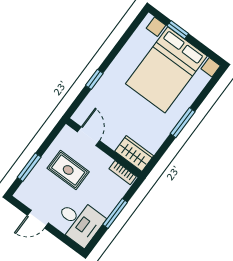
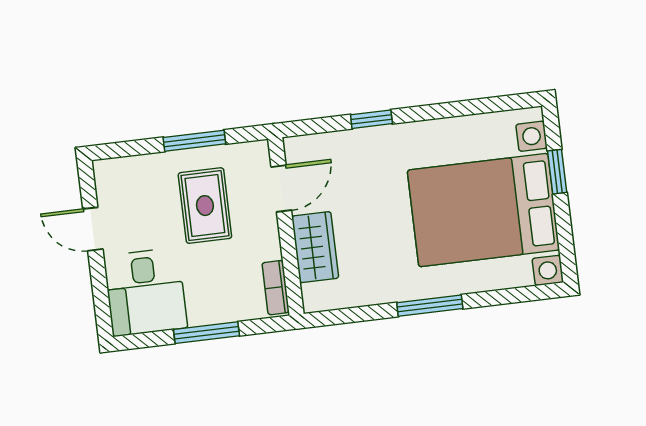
wardrobe: (134, 153) -> (315, 247), moved
window: (29, 167) -> (194, 141), moved

